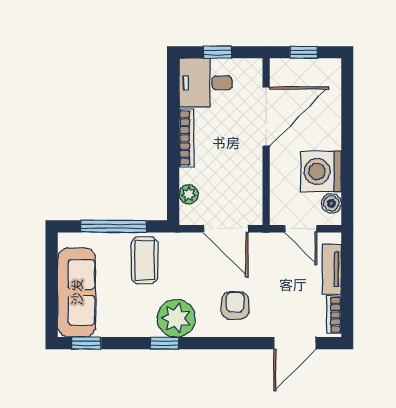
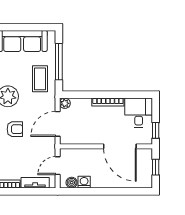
window: (217, 52) -> (156, 130), moved
washing machine: (321, 171) -> (84, 182), width x0.53, depth x0.53
plant: (189, 194) -> (65, 103), moved
coffee table: (145, 260) -> (40, 79), turned 90

